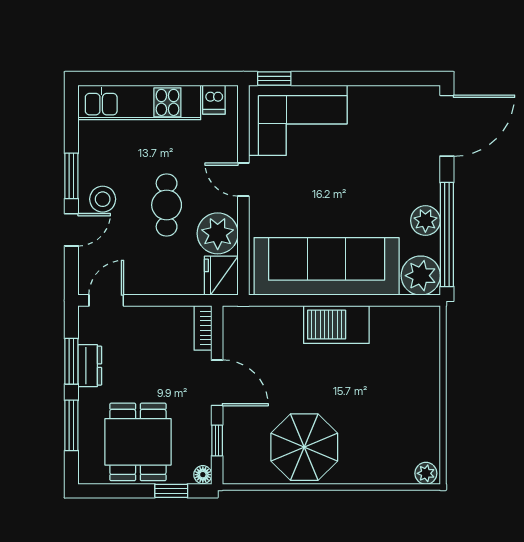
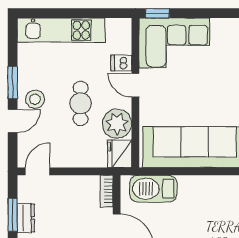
dishwasher: (214, 100) -> (121, 63), moved, turned 90
barbecue: (336, 325) -> (153, 189), moved

